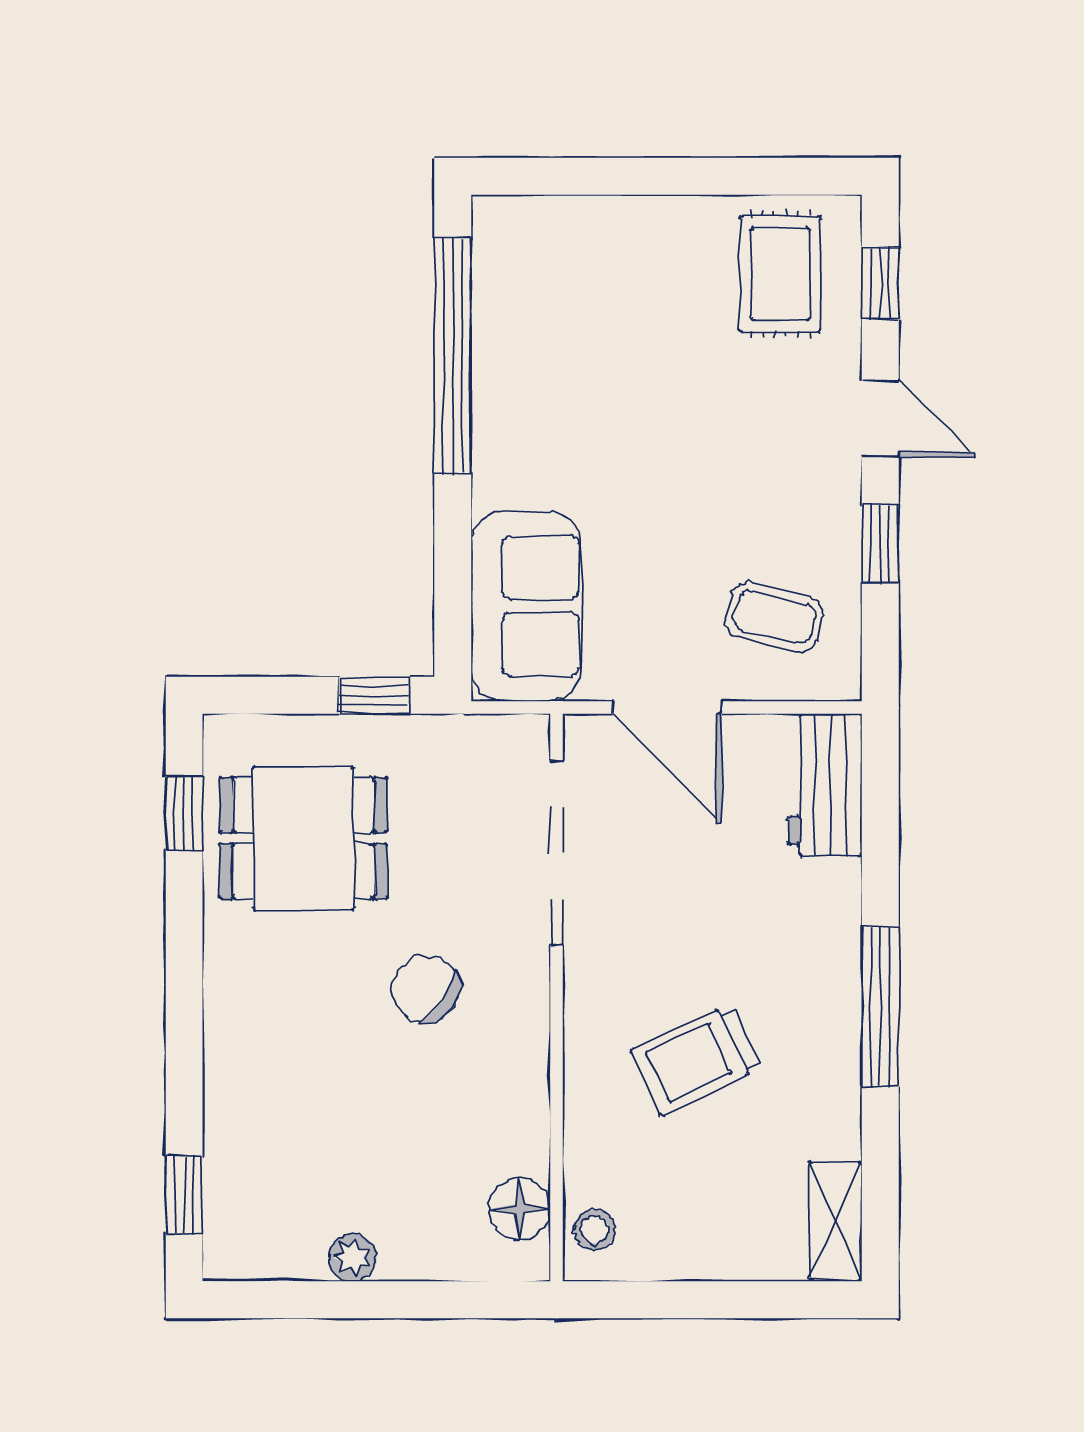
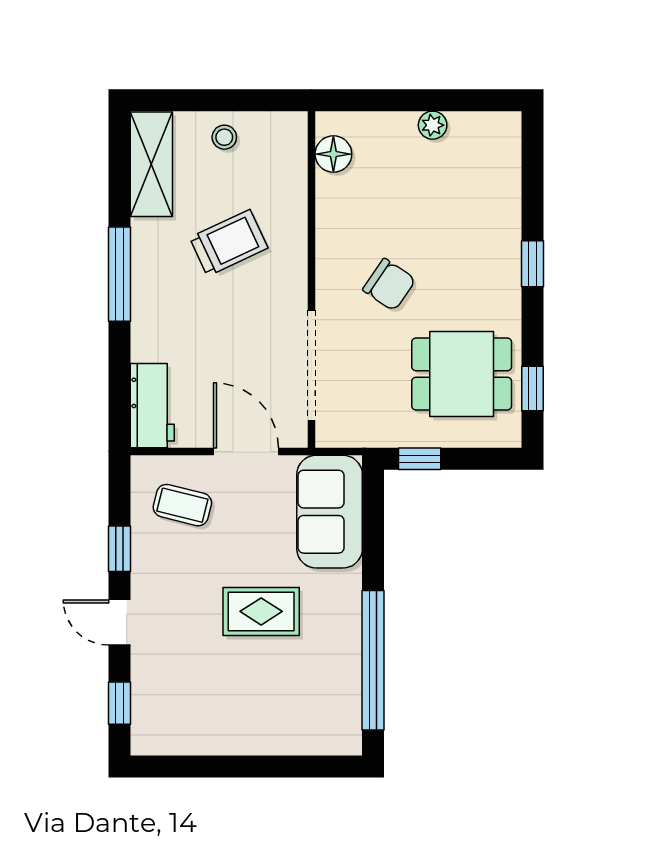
rug: (780, 274) -> (261, 611), moved, turned 90
window: (184, 1194) -> (532, 264), moved
shelving: (835, 1221) -> (151, 164), width x1.50, depth x1.33
stool: (594, 1230) -> (224, 137), moved

